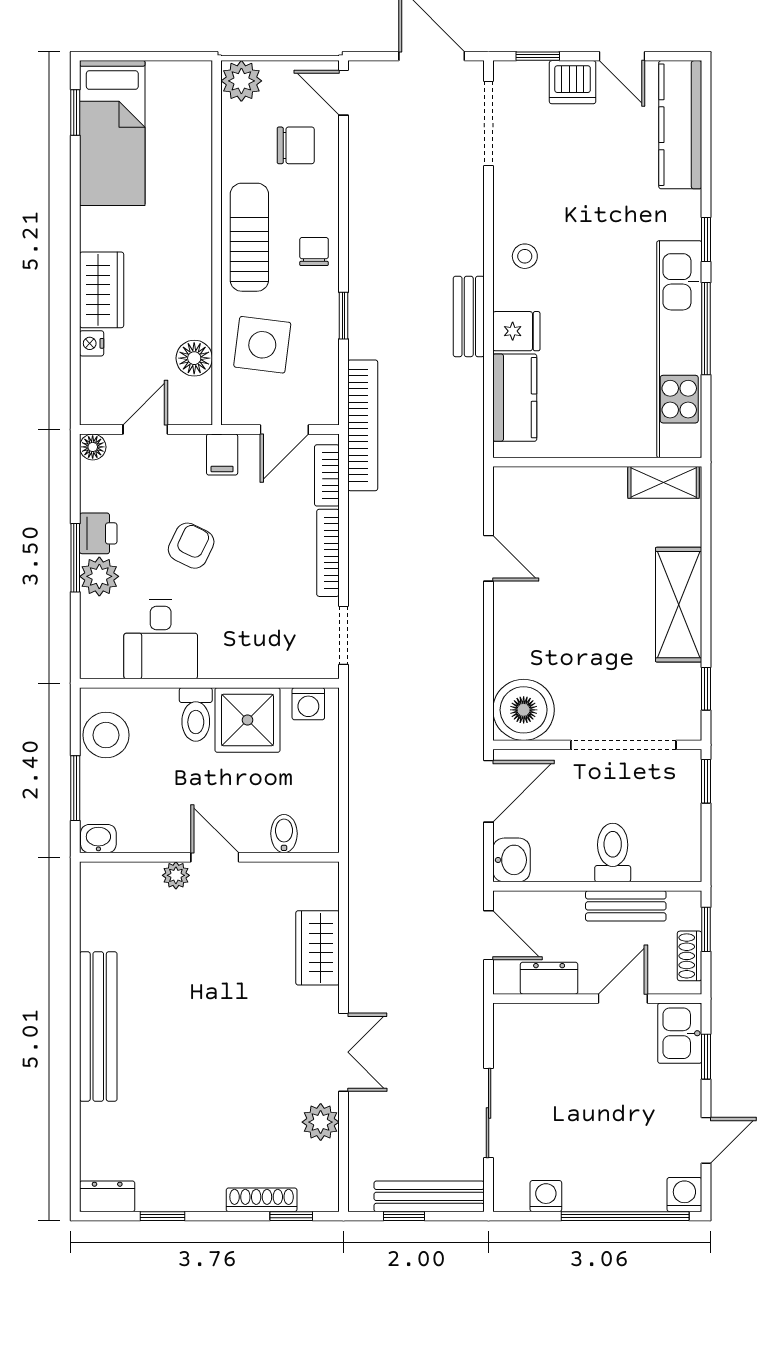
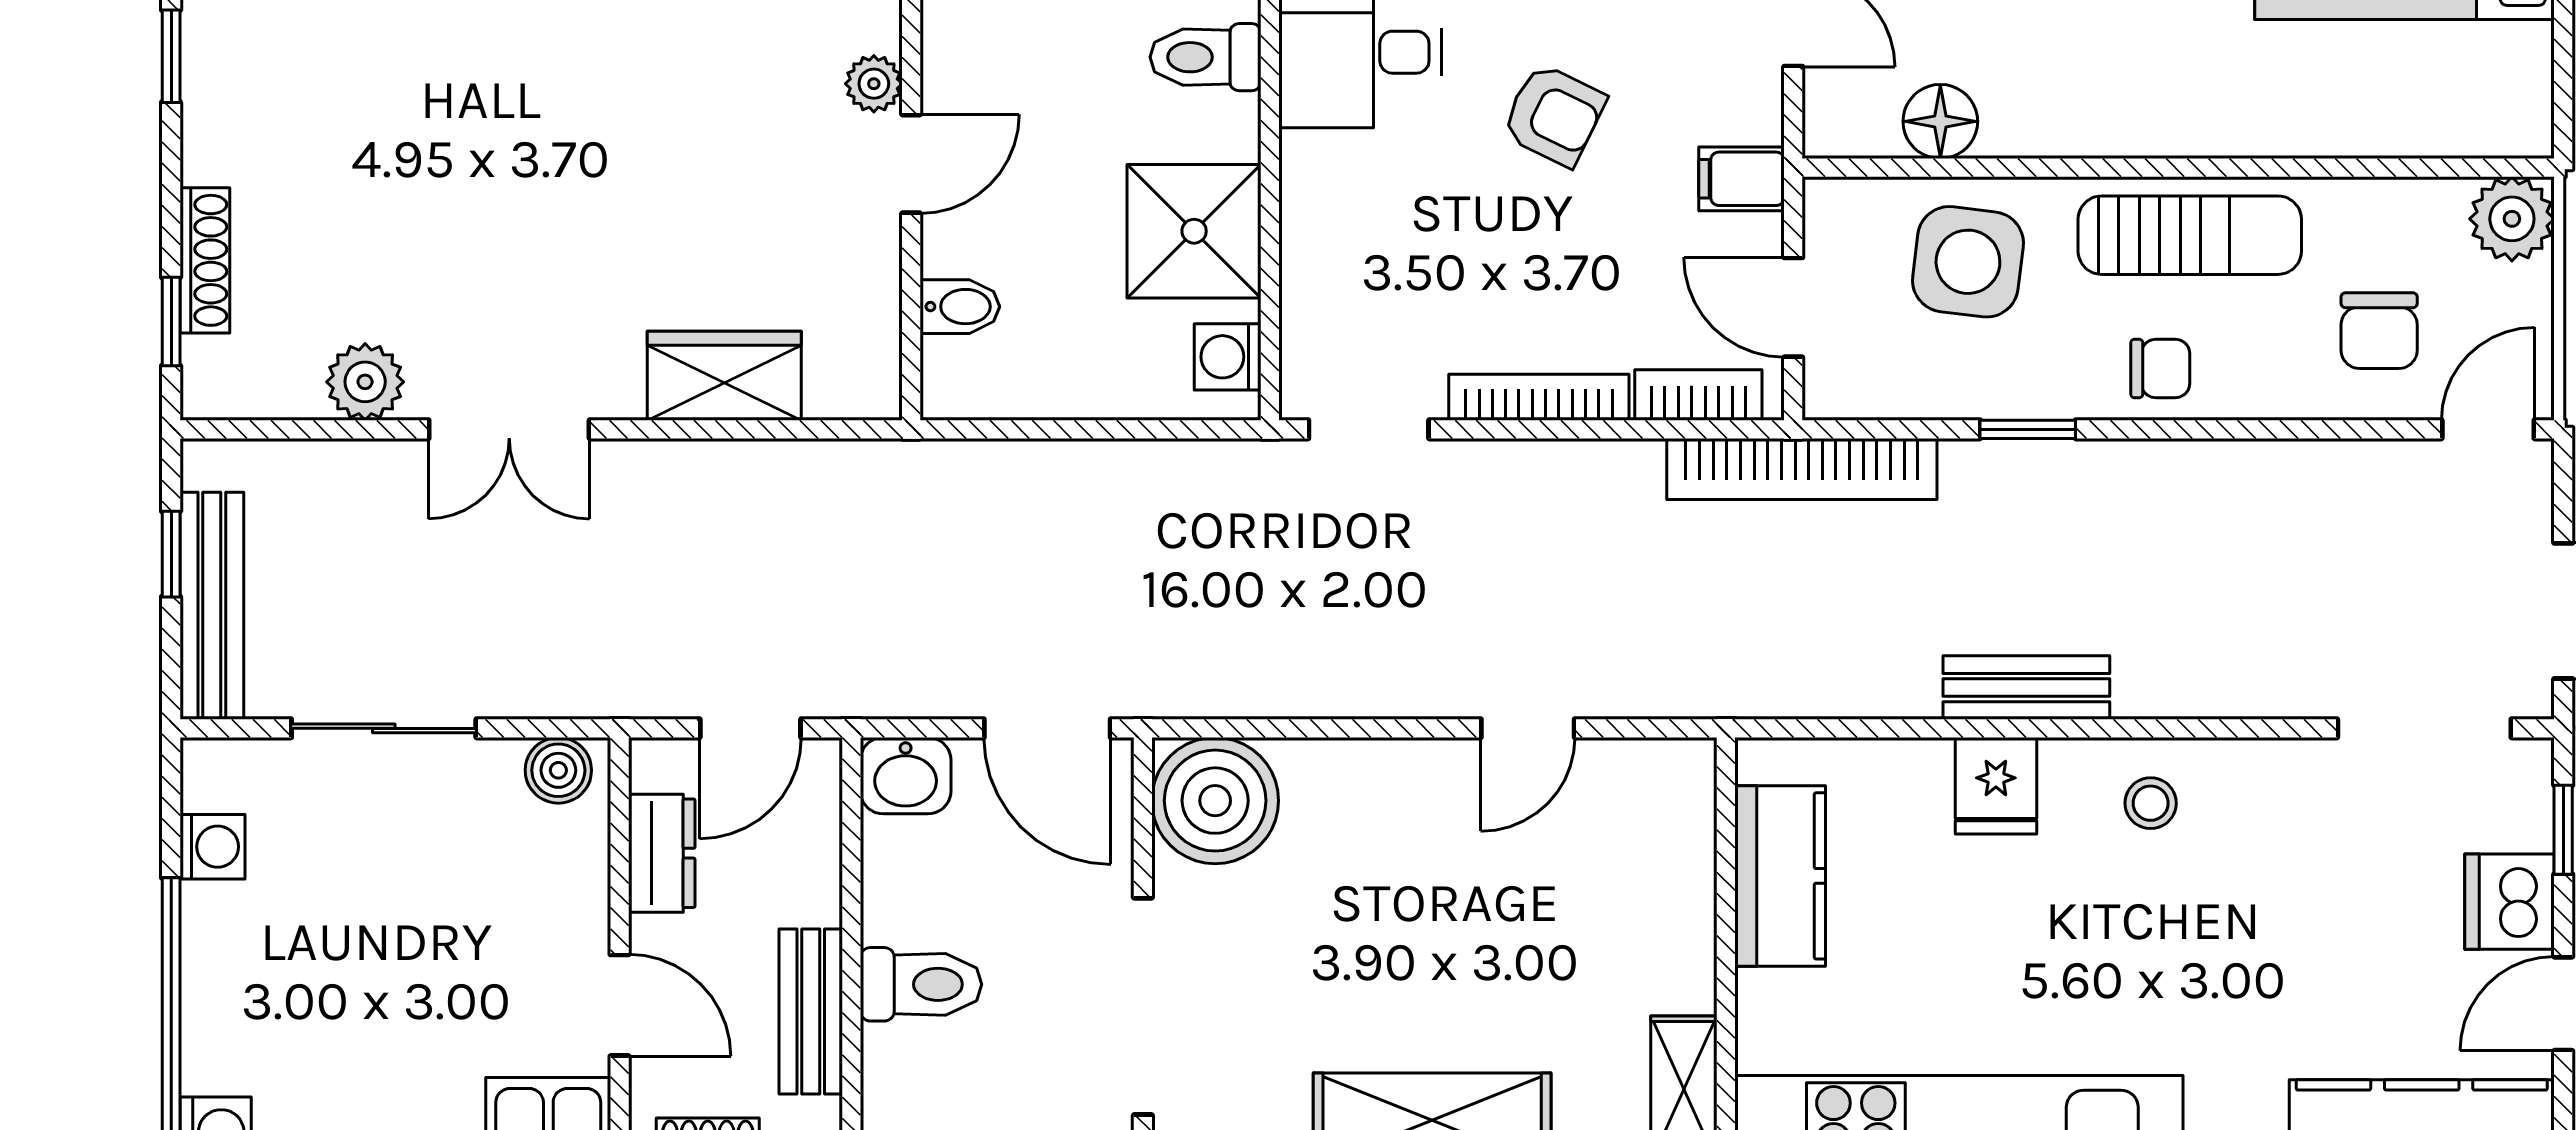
kitchen counter: (515, 398) -> (1780, 876), moved, turned -90
toilet: (196, 714) -> (1206, 57), moved
boiler: (509, 1028) -> (558, 770), added

